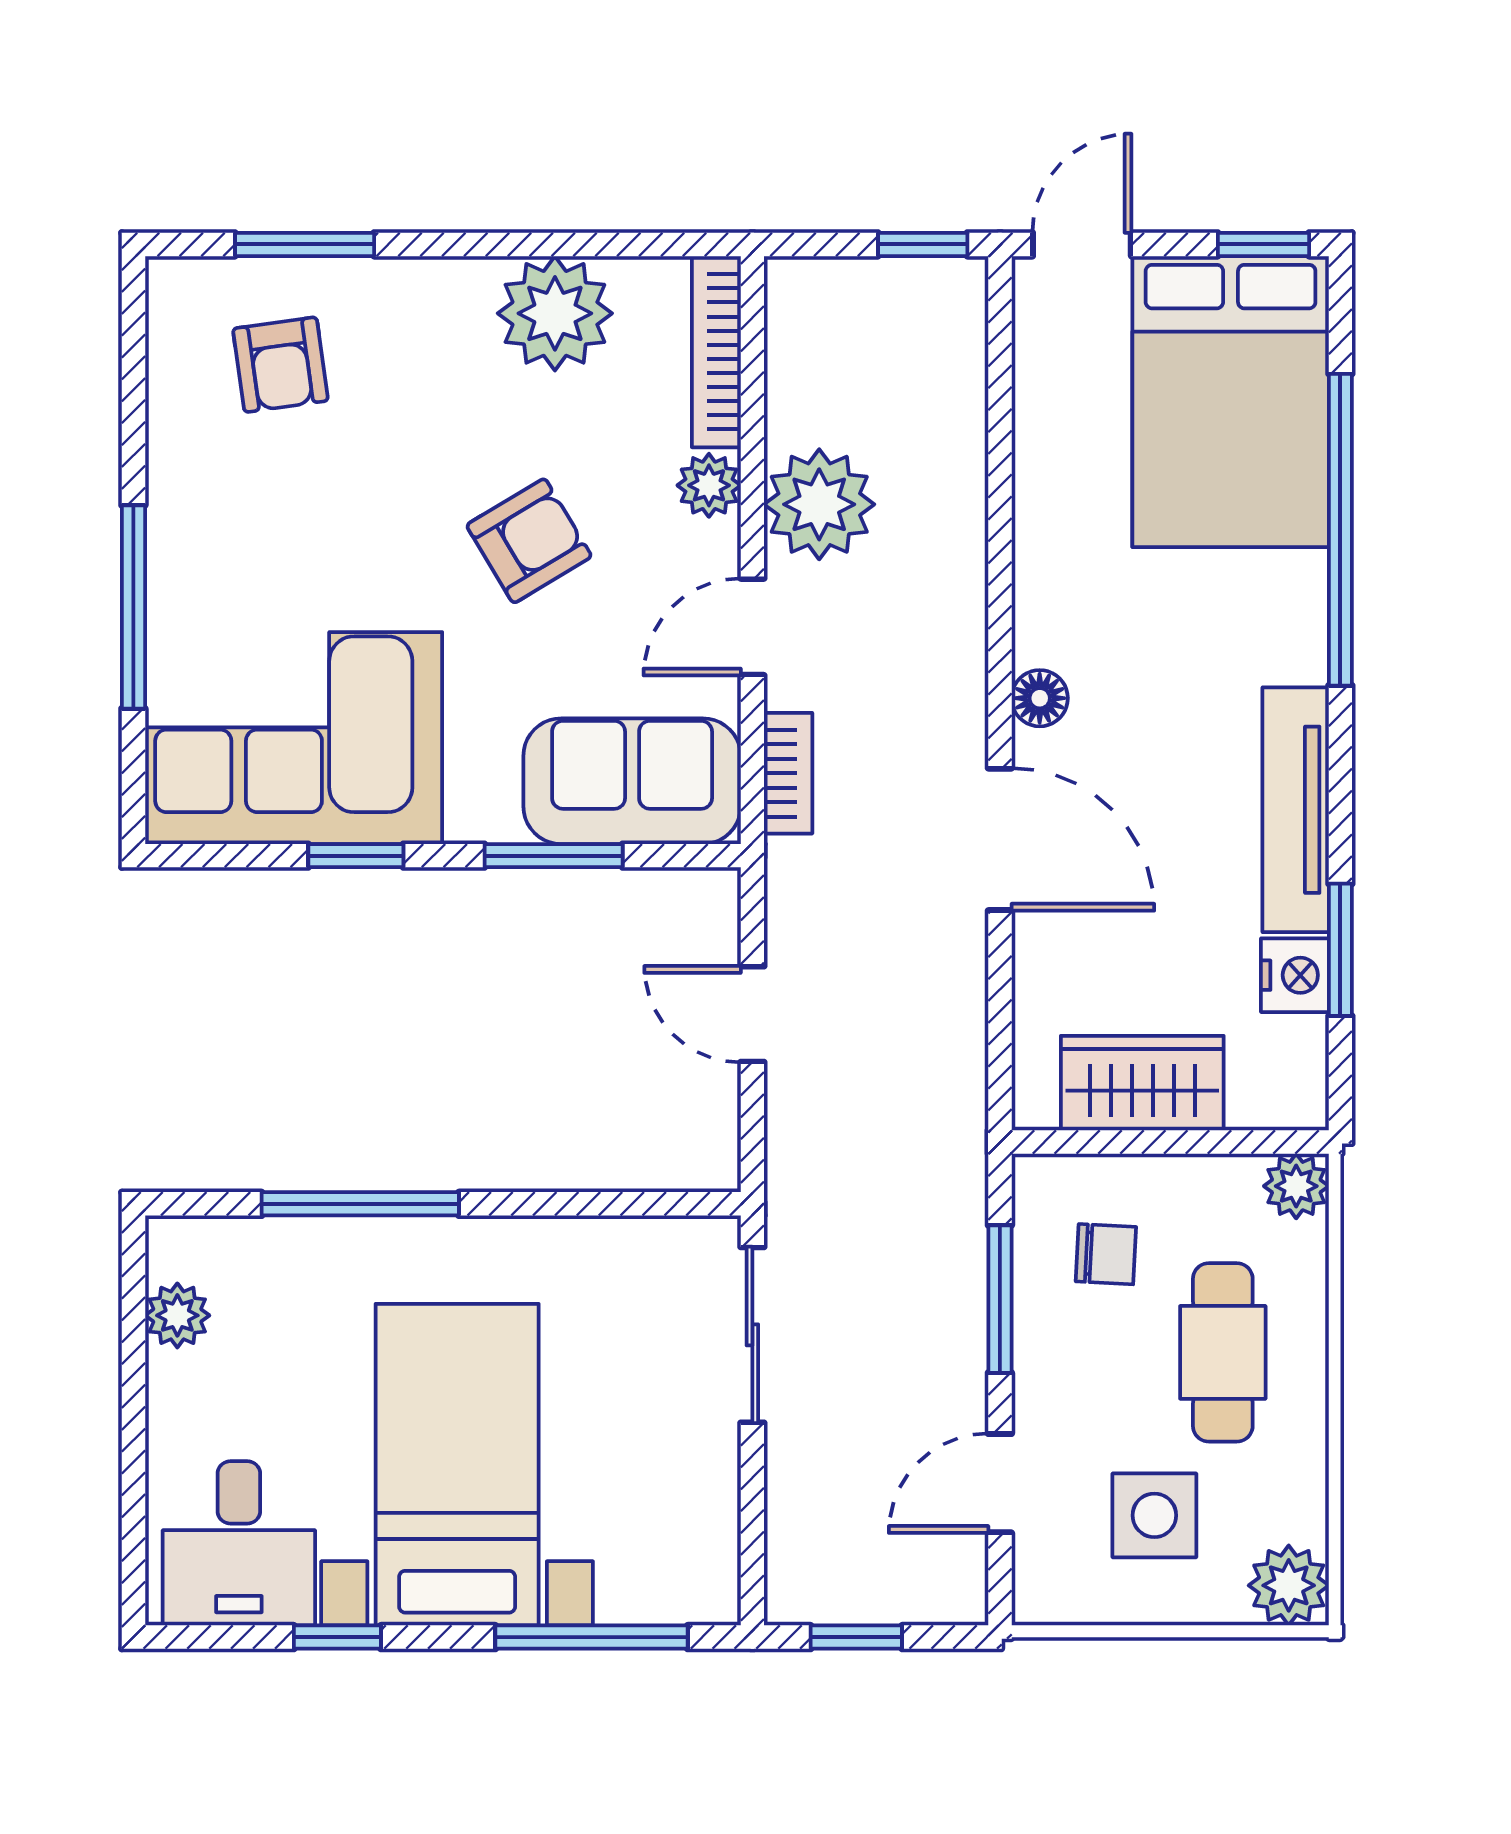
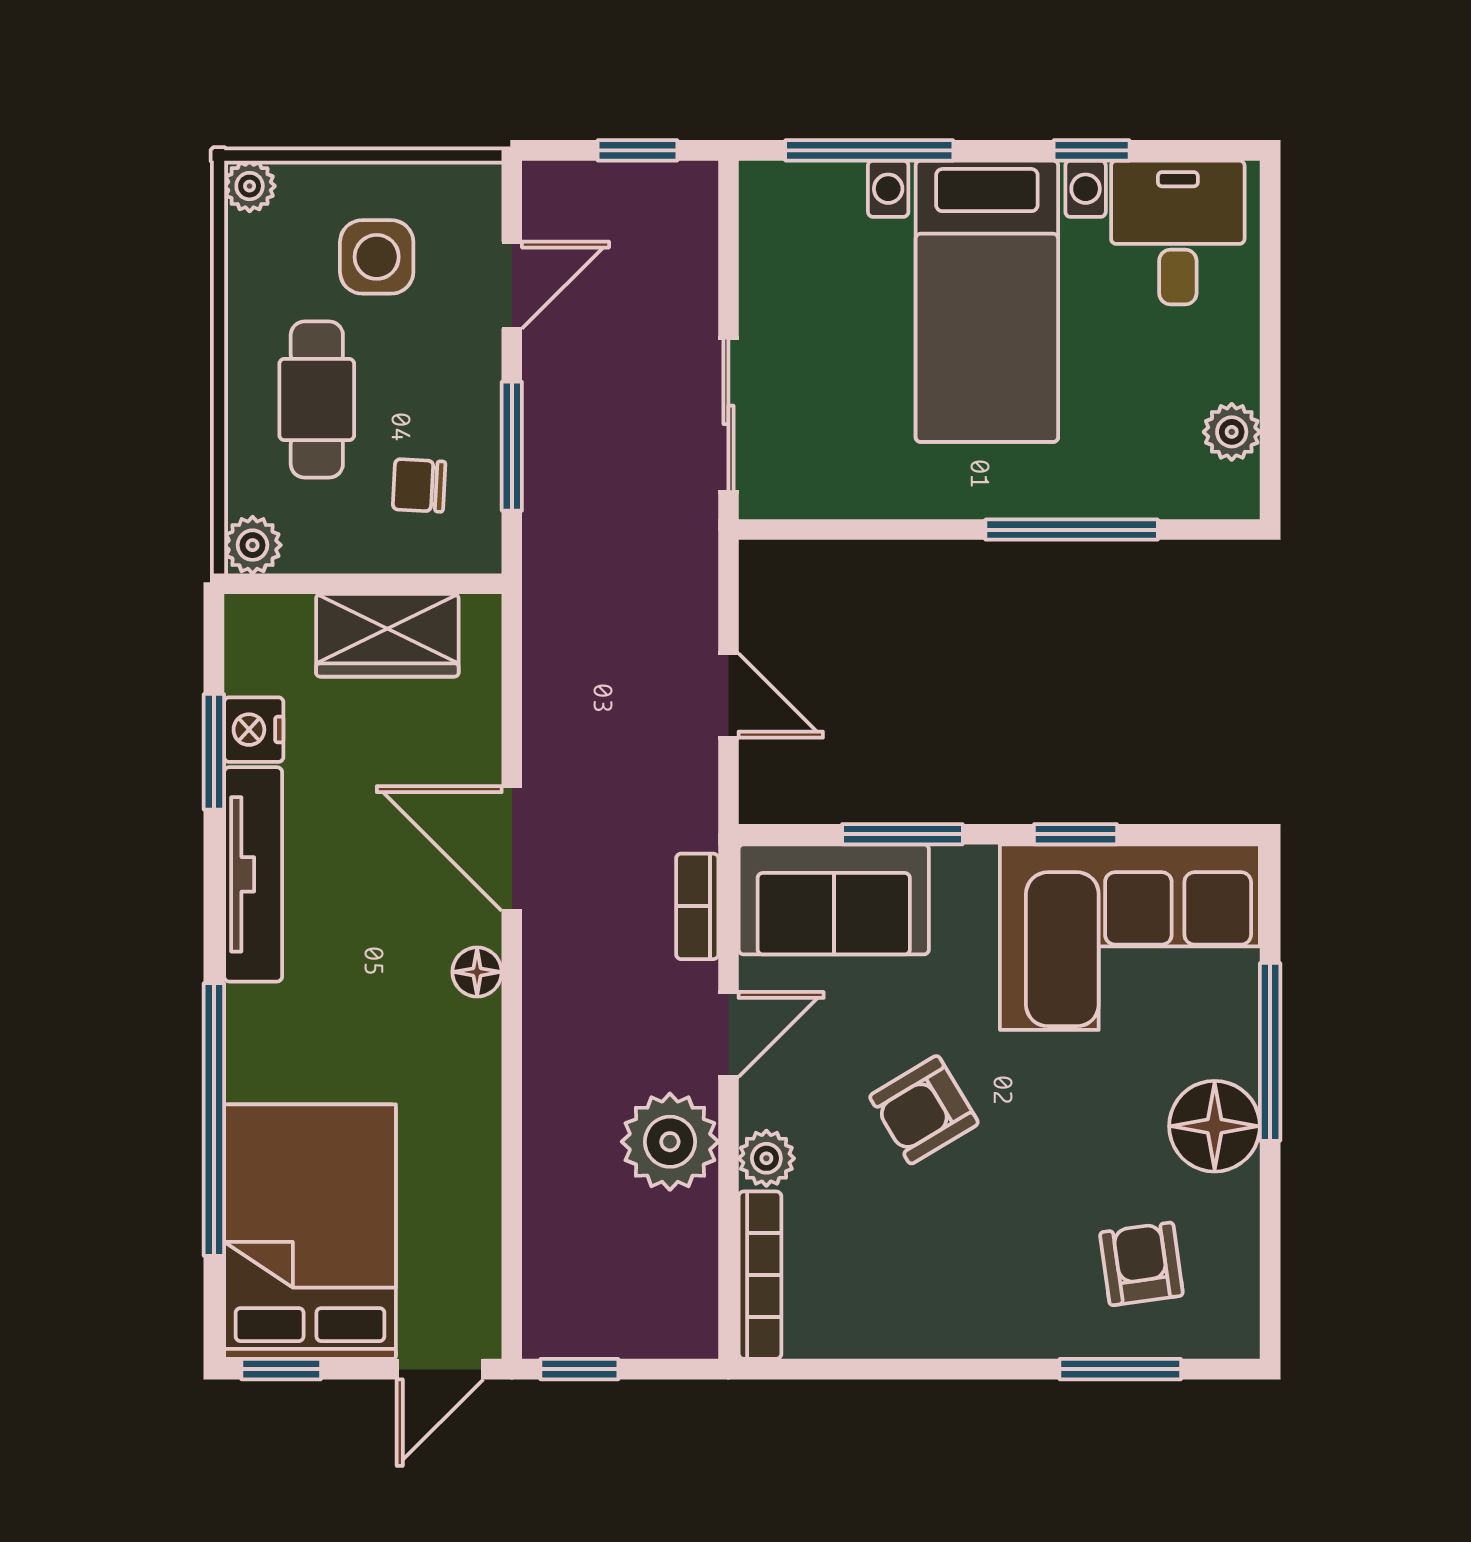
plant: (555, 313) -> (901, 1309), removed
floor lamp: (197, 522) -> (1215, 1126), added
plant: (1289, 1585) -> (250, 186), width x0.73, depth x0.73

